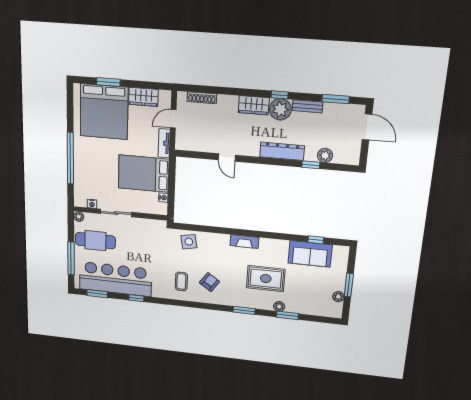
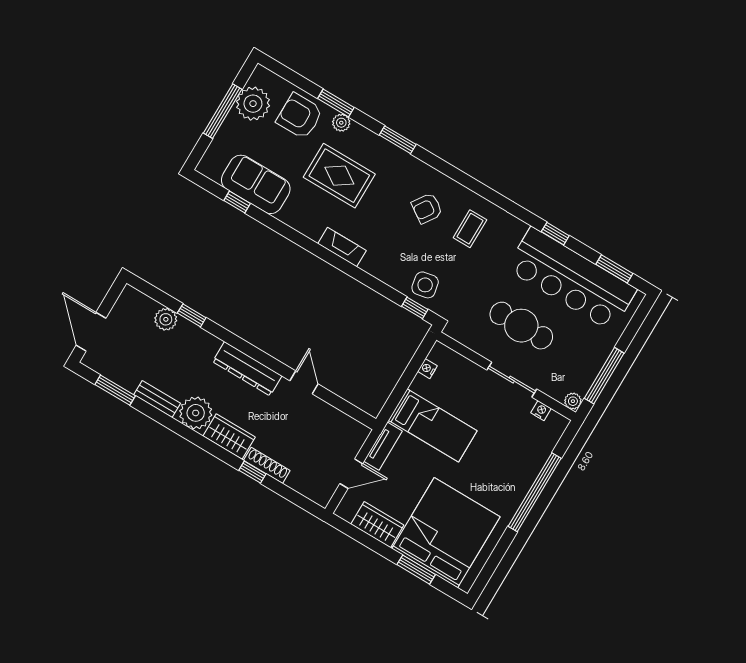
window: (280, 95) -> (252, 472), moved
shoe rack: (202, 98) -> (267, 465), moved
dresser: (282, 151) -> (247, 369), moved
bed: (144, 174) -> (433, 425), width x0.67
window: (188, 227) -> (415, 308), added
cafe table: (95, 241) -> (521, 326), moved
window: (71, 258) -> (604, 376), moved
window: (349, 285) -> (223, 111), width x1.44
plant: (338, 297) -> (253, 104), width x1.88, depth x1.88
armchair: (304, 300) -> (300, 116), added

